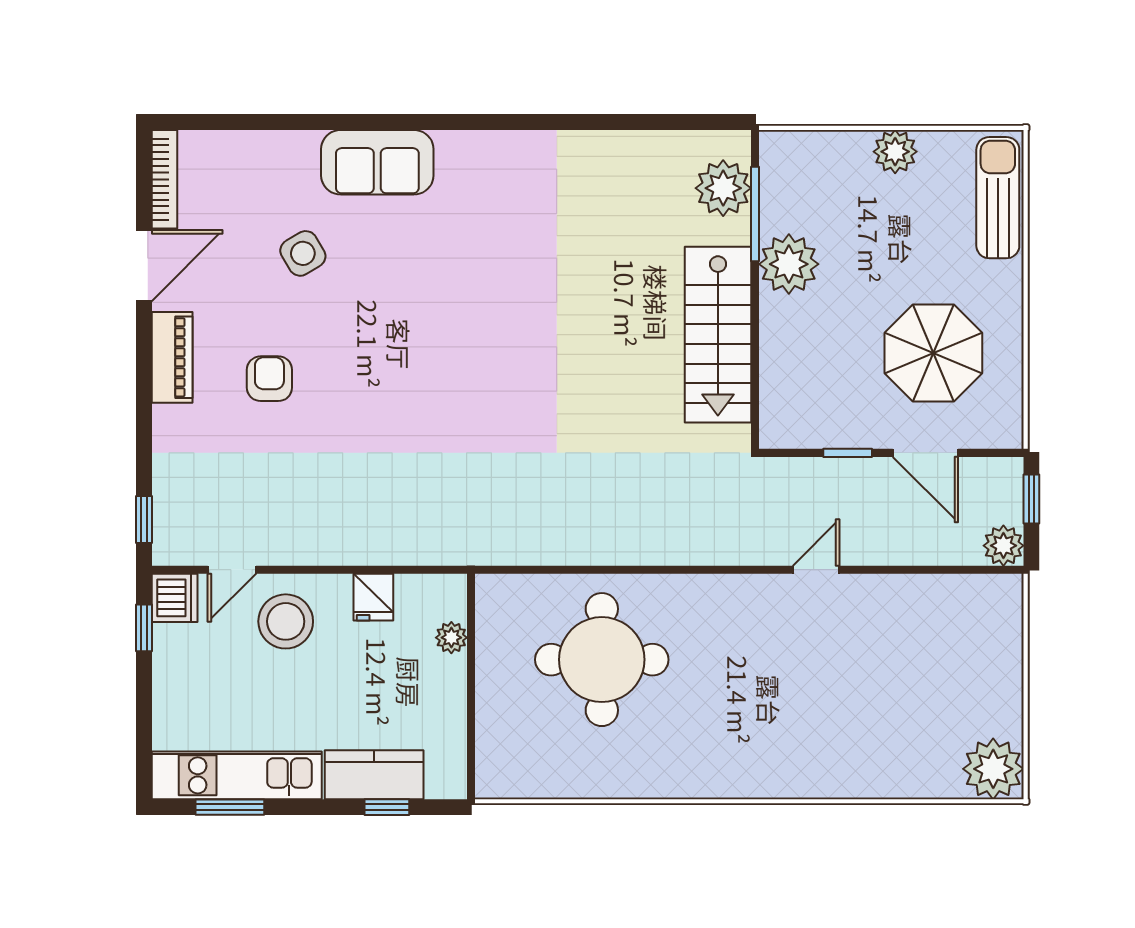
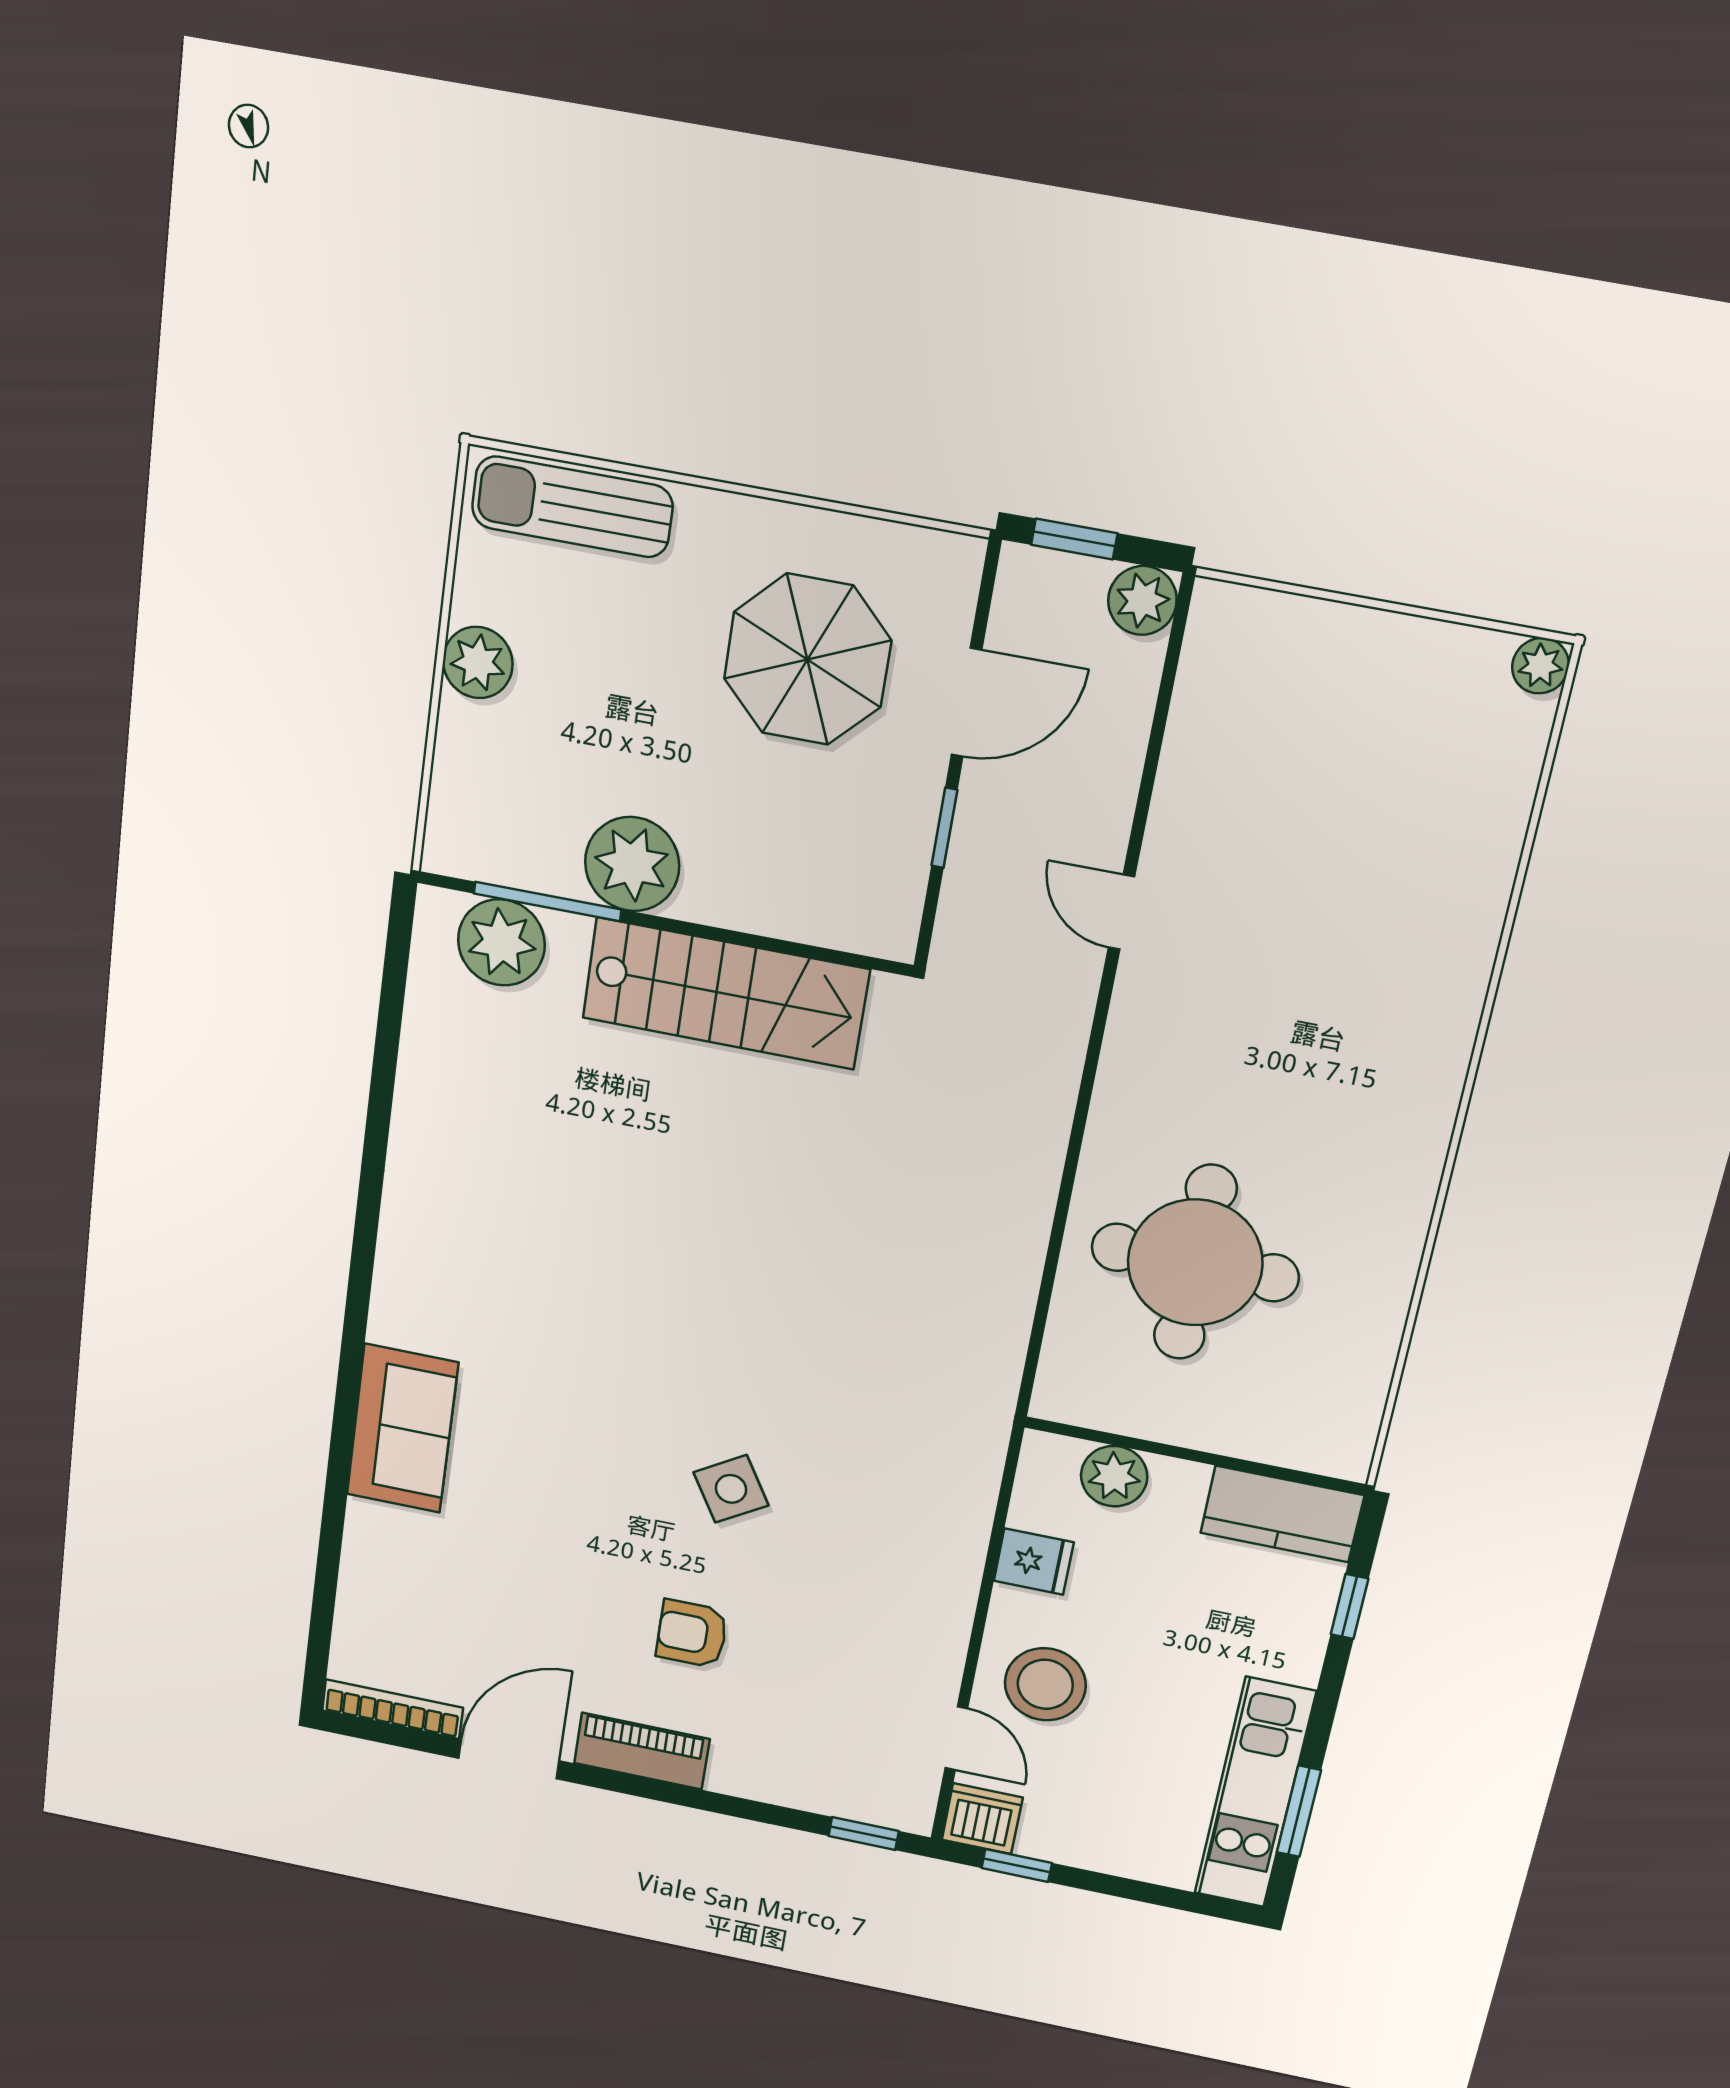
side table: (303, 253) -> (731, 1489), moved
door: (144, 266) -> (509, 1760), hinge flipped
plant: (451, 638) -> (1114, 1476), width x1.38, depth x1.38
plant: (993, 769) -> (1540, 666), width x0.53, depth x0.53
kitchen counter: (374, 775) -> (1282, 1514), moved, turned -90

